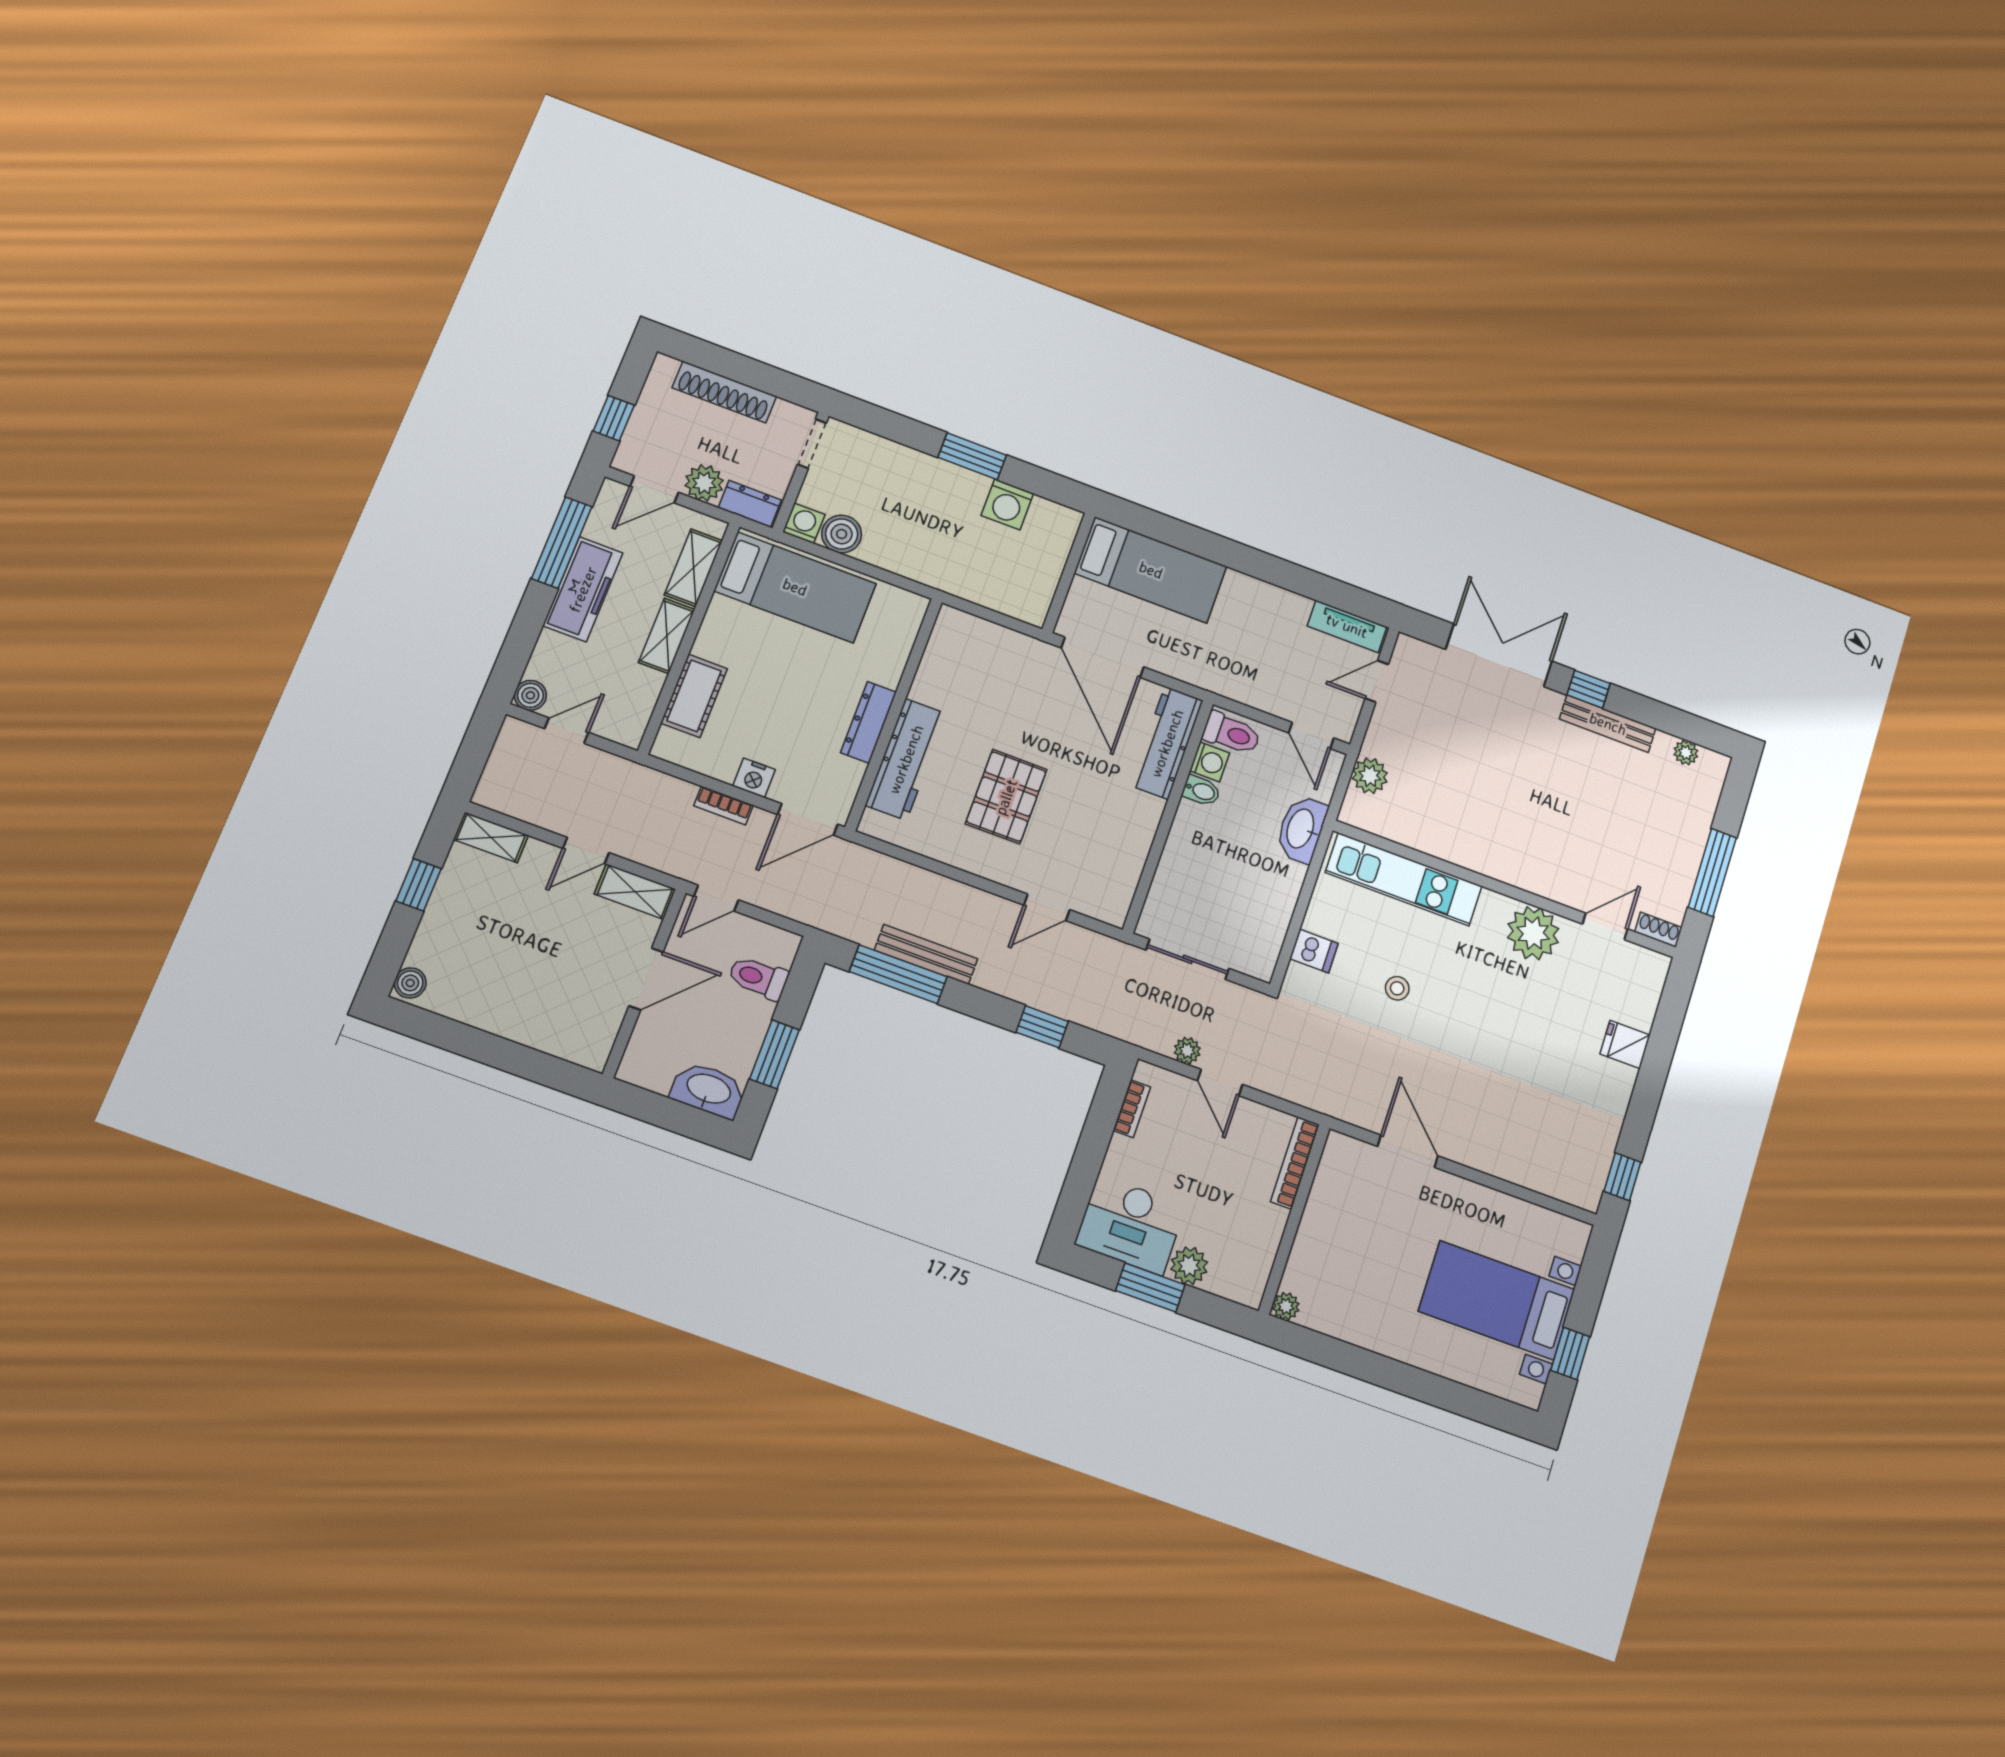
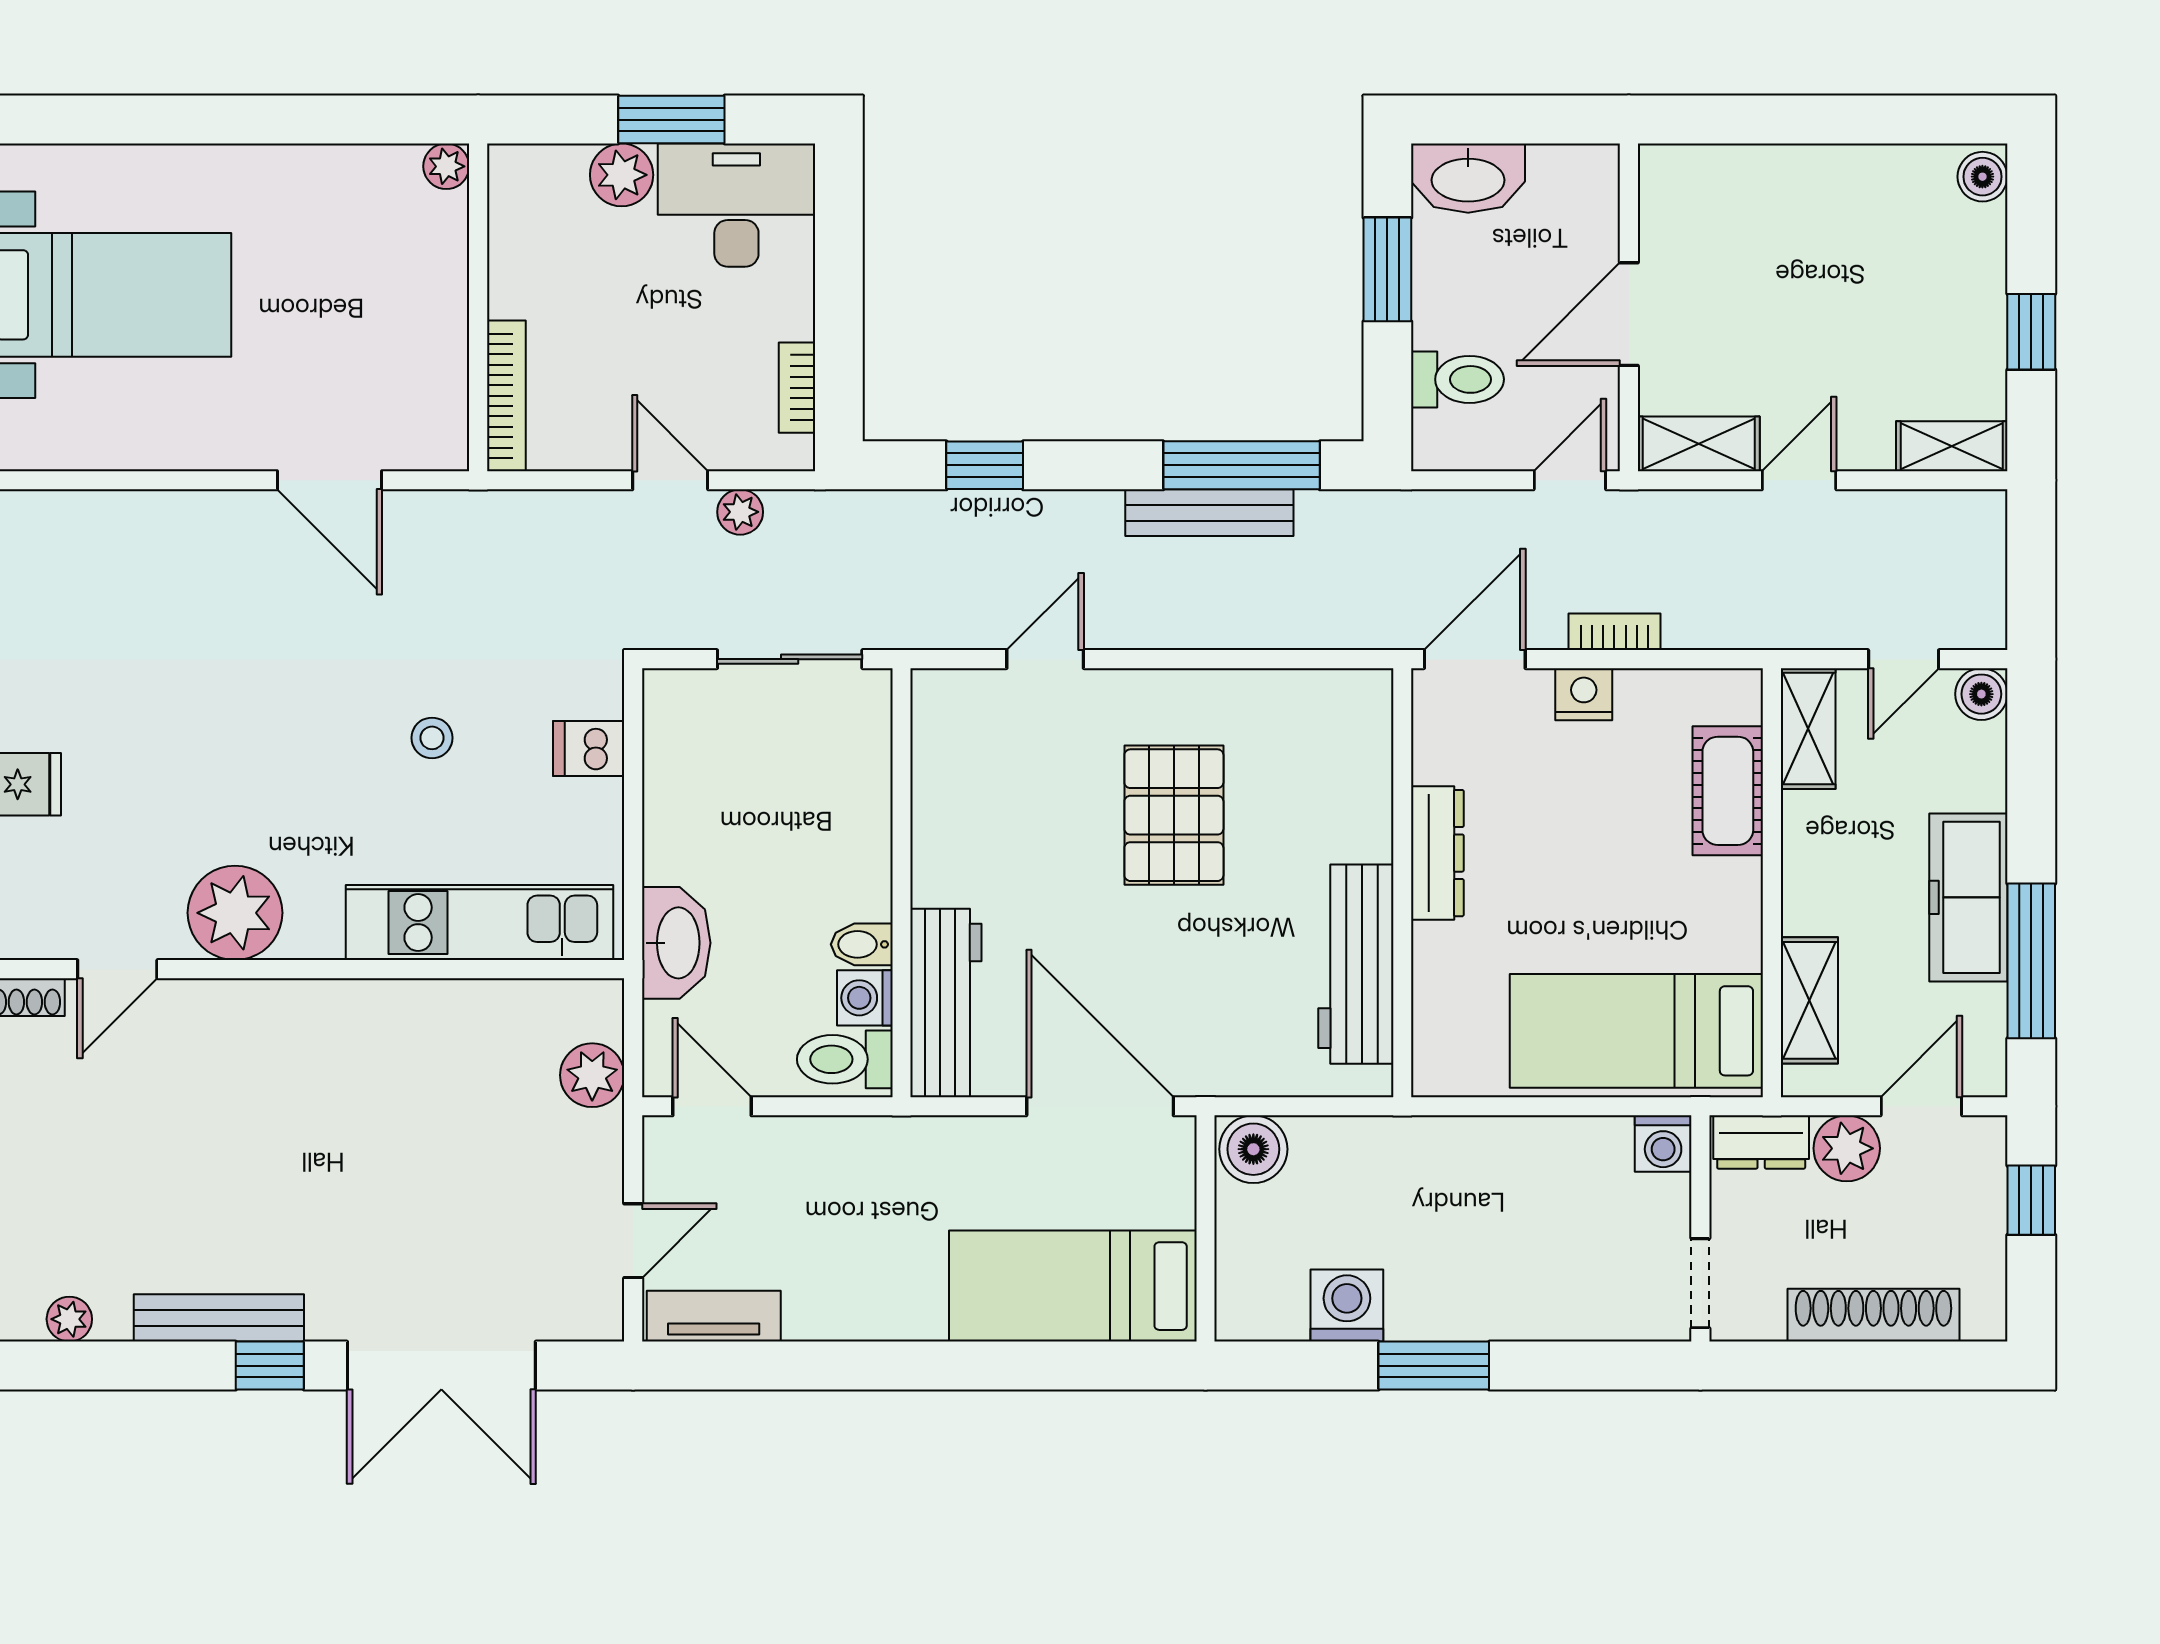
boiler: (842, 534) -> (1253, 1149), moved
shelving: (667, 636) -> (1808, 729), moved
workbench: (906, 759) -> (1356, 964), moved

